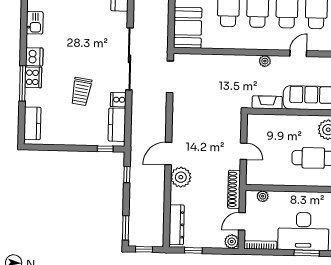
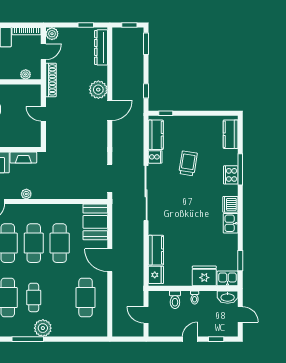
dishwasher: (34, 57) -> (230, 204), moved

